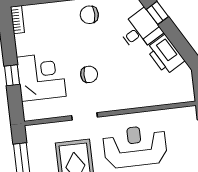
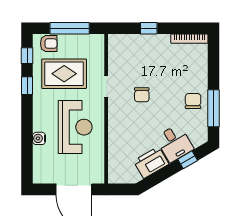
bookcase: (17, 20) -> (189, 39), width x1.56
corner desk: (41, 77) -> (145, 53), removed

